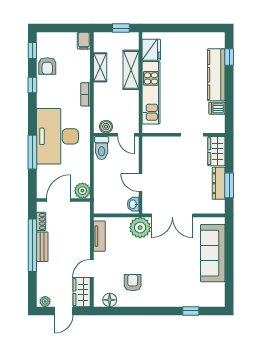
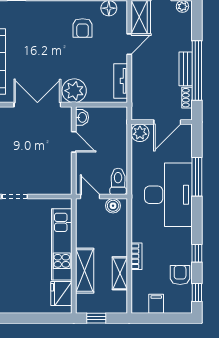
filing cabinet: (84, 41) -> (156, 304), moved
bookcase: (85, 94) -> (136, 256), moved

